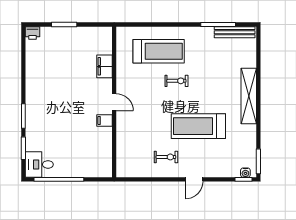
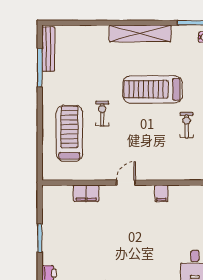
shelving: (249, 96) -> (140, 33), moved
filing cabinet: (104, 120) -> (161, 193), moved
treadmill: (198, 126) -> (152, 89), turned 90

